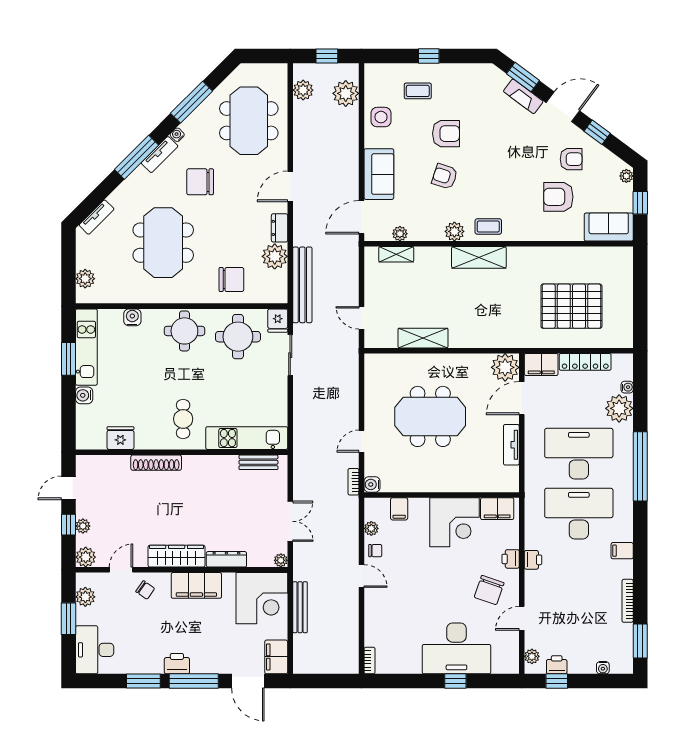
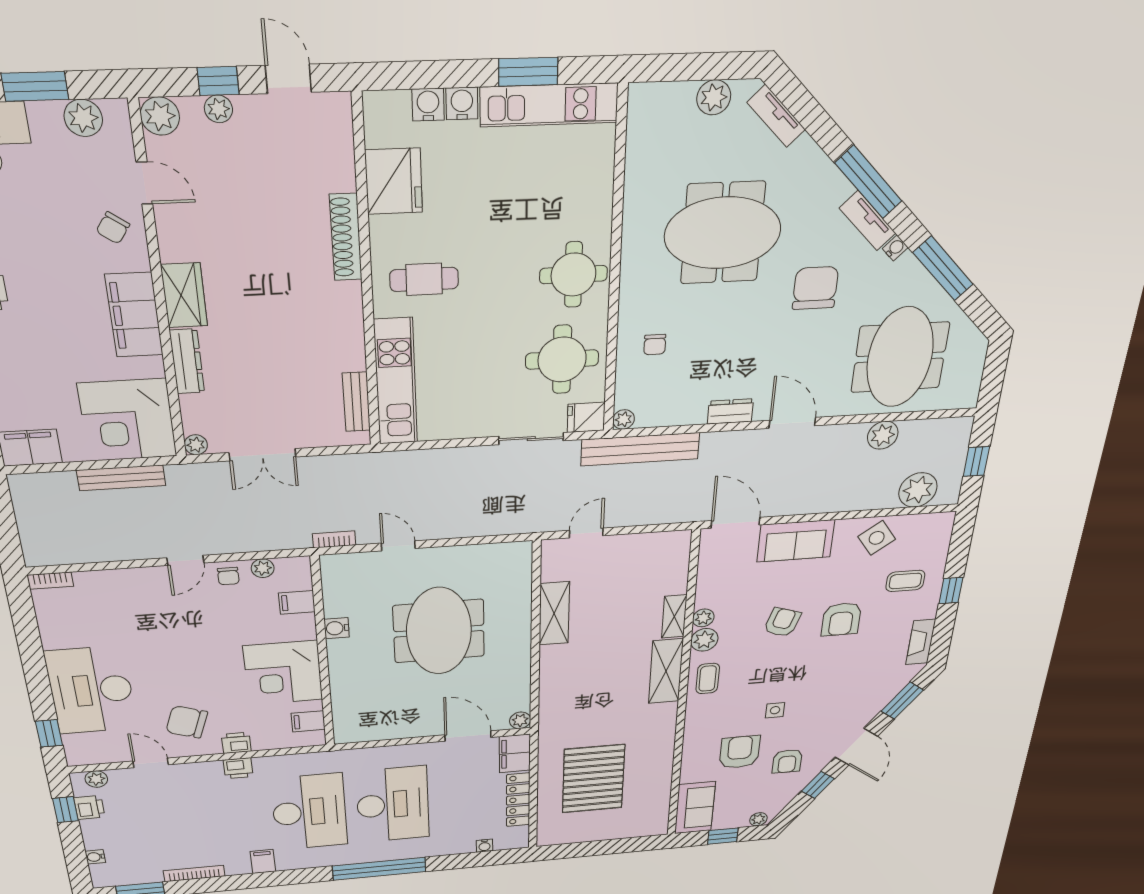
plant: (303, 90) -> (883, 435), moved
coffee table: (418, 91) -> (905, 581), turned 90
fireplace: (523, 96) -> (921, 642), moved, turned -37
side table: (381, 117) -> (877, 538), turned -36
meeting table: (249, 121) -> (900, 357), turned 90
side table: (522, 174) -> (775, 710), added
plant: (400, 234) -> (703, 618), moved
shelving: (396, 254) -> (674, 616), moved
plant: (275, 256) -> (624, 419), moved, width x0.53, depth x0.53
plant: (85, 279) -> (714, 97), moved
chair: (231, 279) -> (655, 345), width x0.54, depth x0.54
water cooler: (132, 317) -> (428, 105), moved, turned -90
plant: (505, 367) -> (520, 720), width x0.53, depth x0.53
plant: (619, 408) -> (456, 840), removed
fridge: (120, 438) -> (394, 181), width x1.36, depth x1.34
tv unit: (511, 445) -> (402, 730), removed
water cooler: (372, 484) -> (337, 628), moved, turned -90
filing cabinet: (497, 509) -> (308, 721), width x0.50
wardrobe: (177, 556) -> (184, 295), width x0.67
window: (455, 681) -> (49, 733), moved

